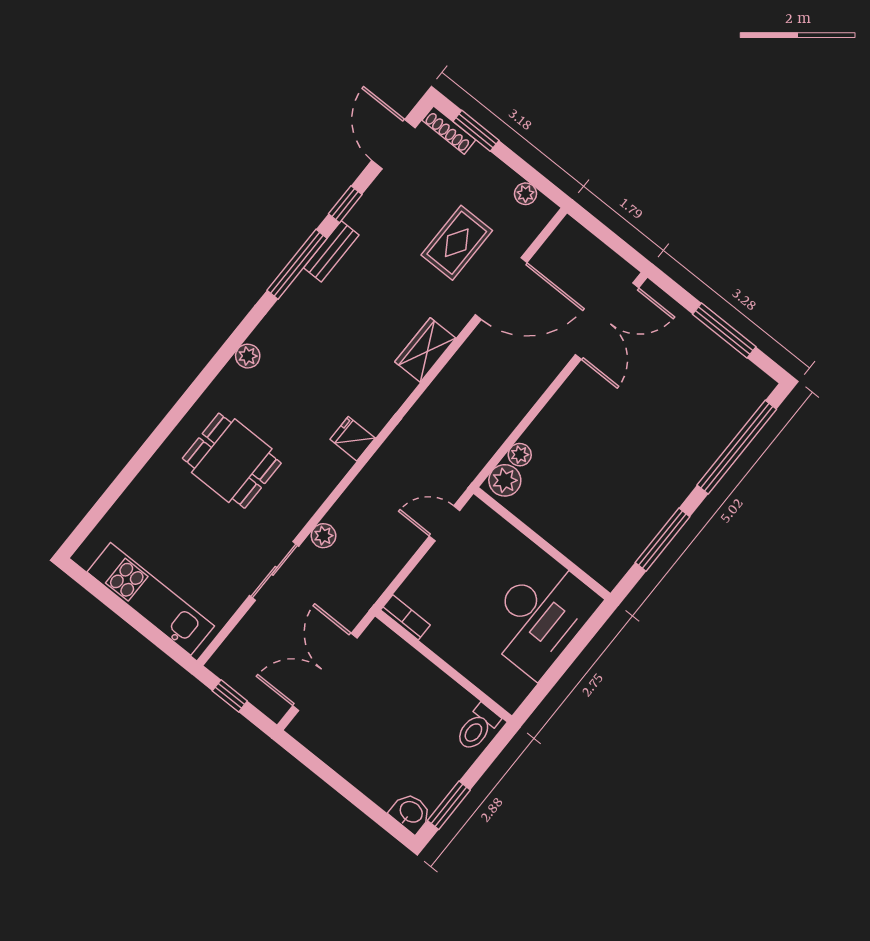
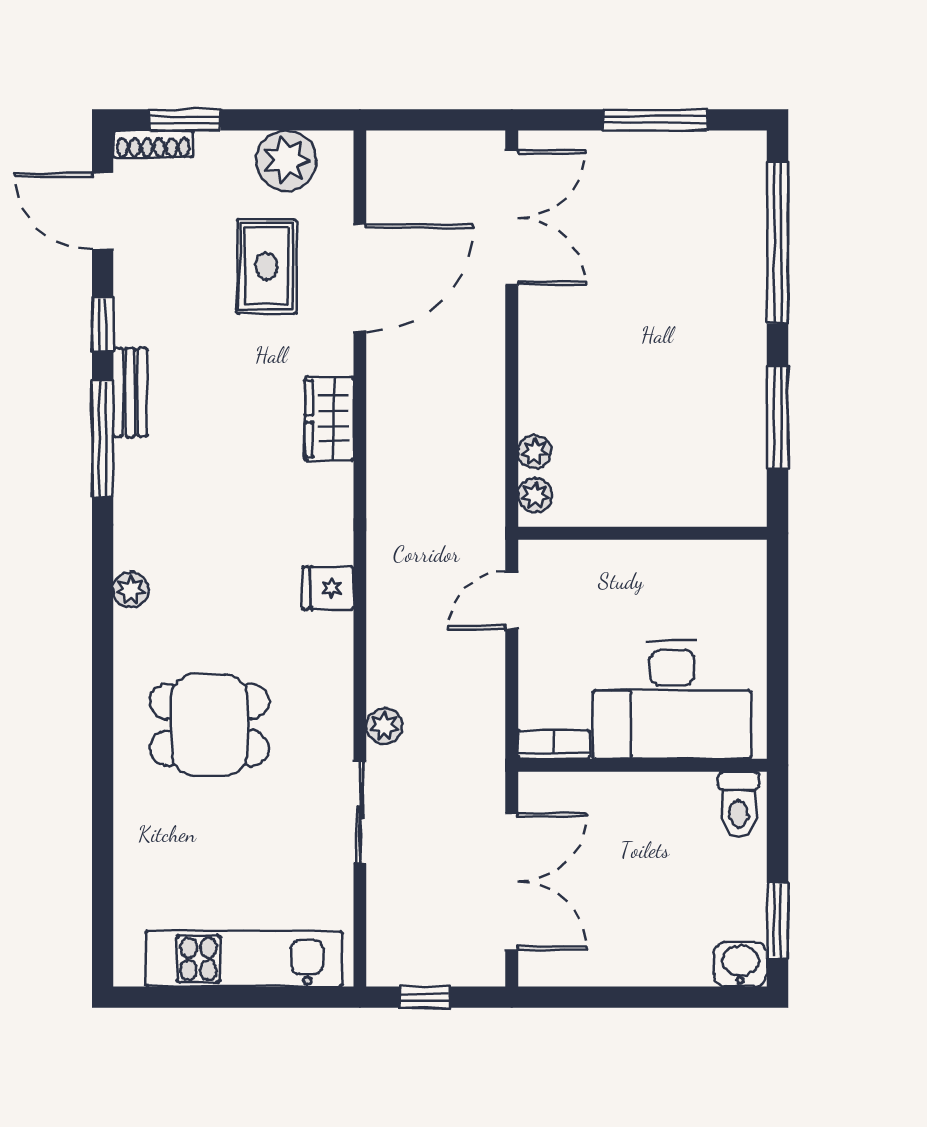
plant: (525, 194) -> (286, 160), width x1.88, depth x1.88
plant: (505, 480) -> (535, 495), width x0.73, depth x0.73
desk: (540, 616) -> (672, 700), moved, turned 90
double door: (325, 672) -> (512, 882), swing flipped

